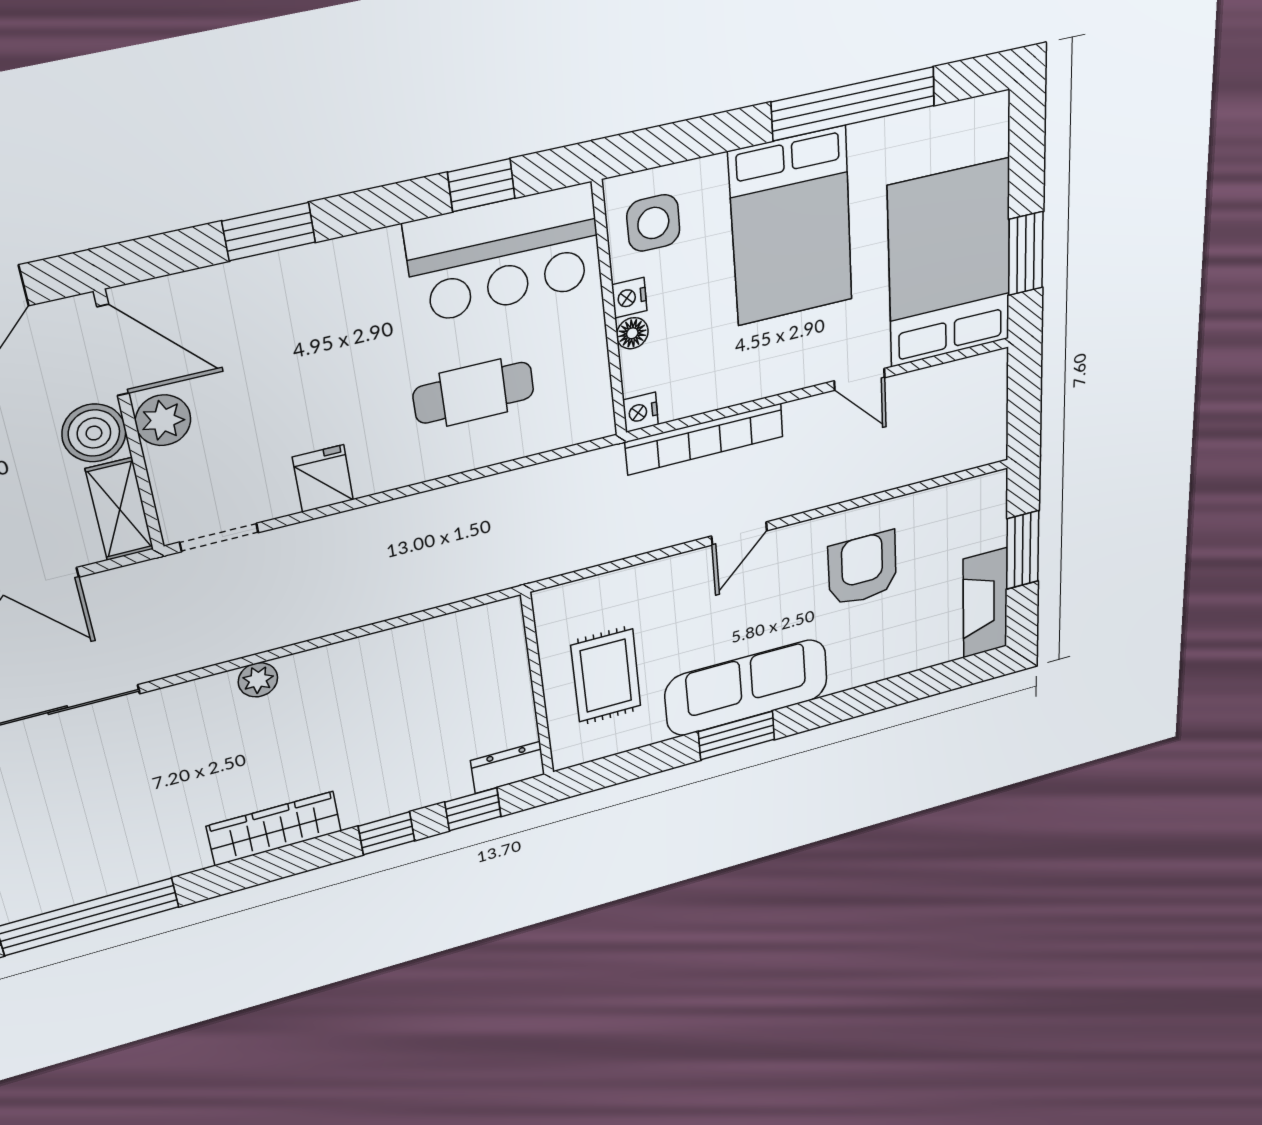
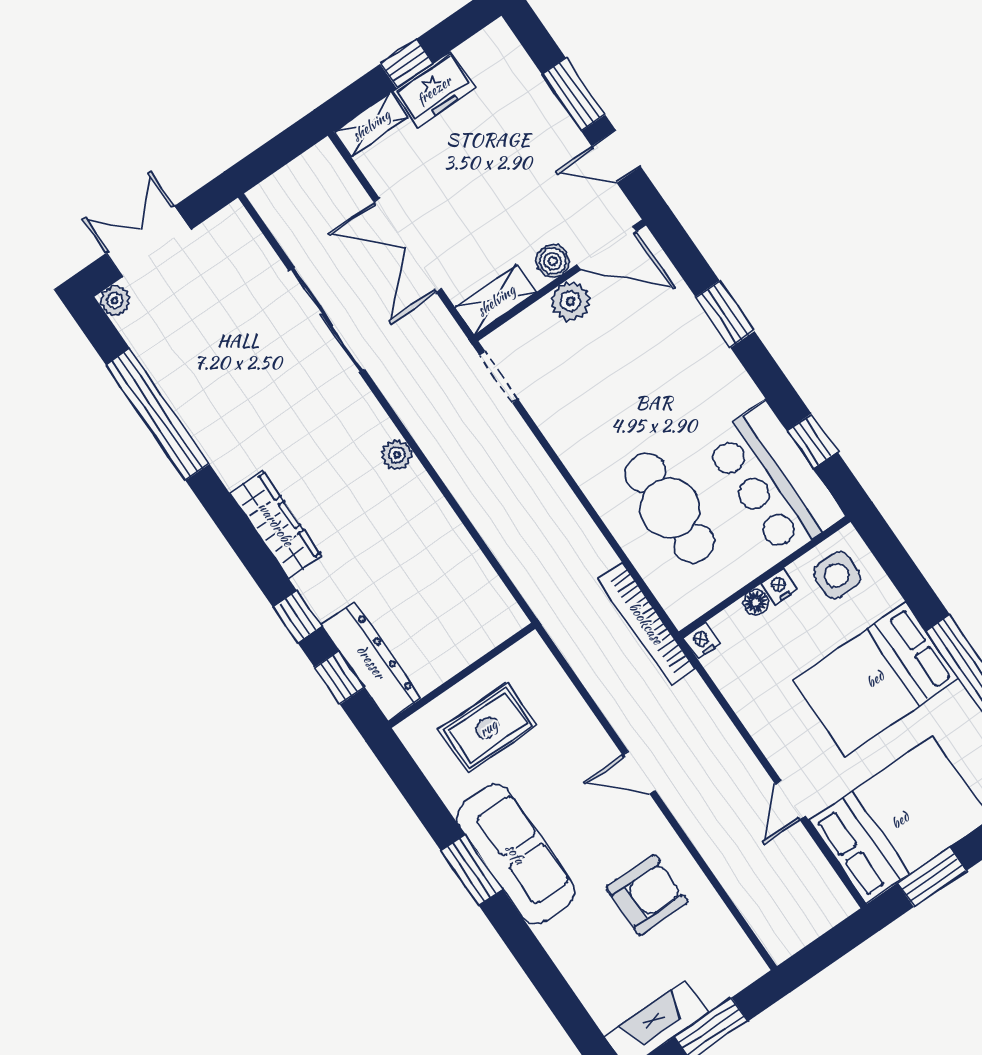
door: (113, 350) -> (607, 248), hinge flipped
cafe table: (474, 393) -> (670, 508), width x1.37, depth x1.35
boiler: (94, 433) -> (553, 261), width x0.73, depth x0.73
bookcase: (704, 439) -> (646, 623), moved
fridge: (323, 479) -> (568, 430), removed
dresser: (508, 767) -> (371, 662), width x1.96, depth x1.24

